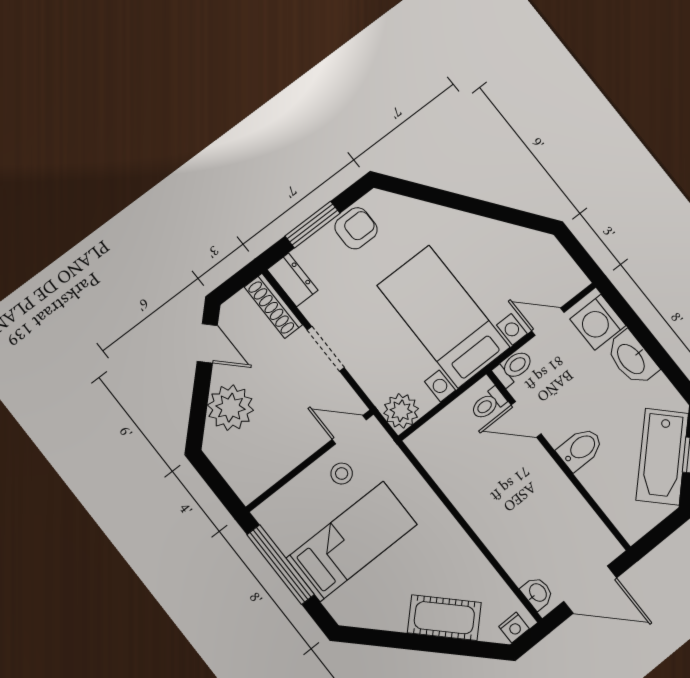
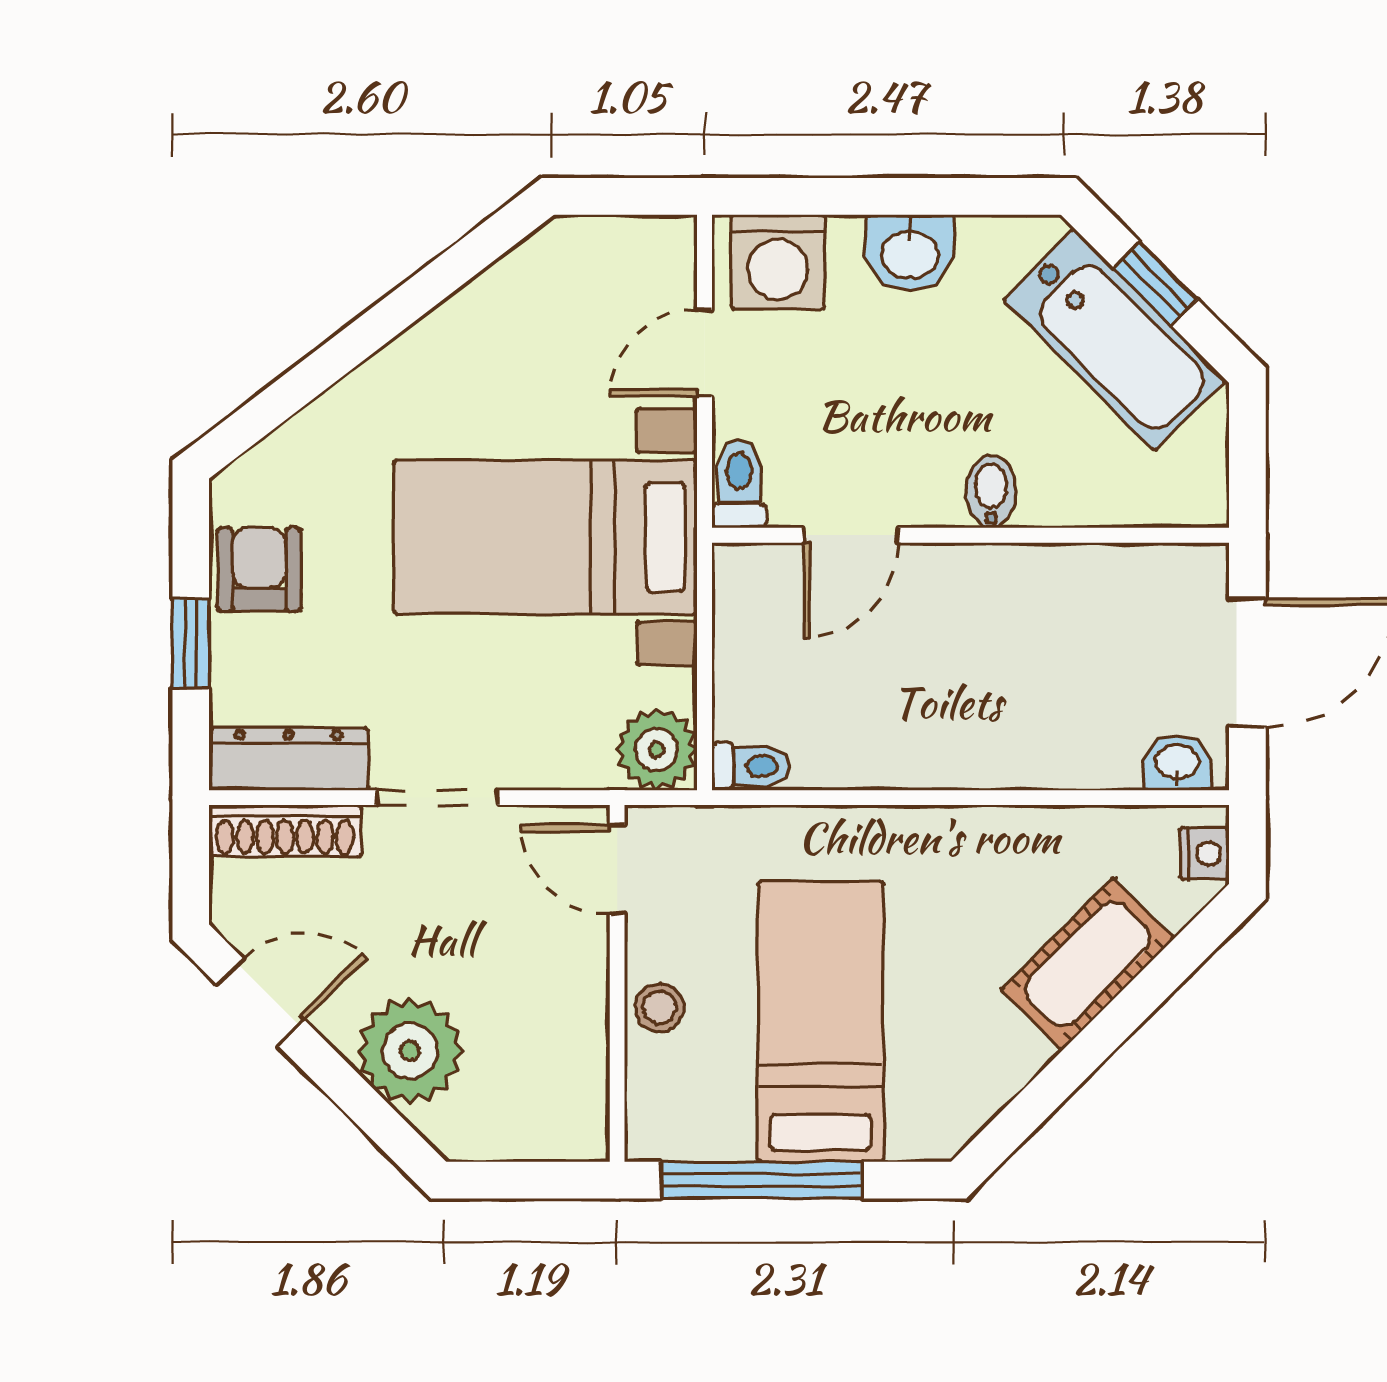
window: (313, 225) -> (191, 643), width x0.67
dresser: (293, 280) -> (289, 759), width x1.44
washbasin: (632, 359) -> (910, 253), width x0.72
toilet: (488, 404) -> (751, 766), moved, turned -90
door: (349, 430) -> (617, 869), hinge flipped
bidet: (580, 449) -> (991, 492), width x0.72, depth x0.74
stool: (342, 474) -> (659, 1008), moved

